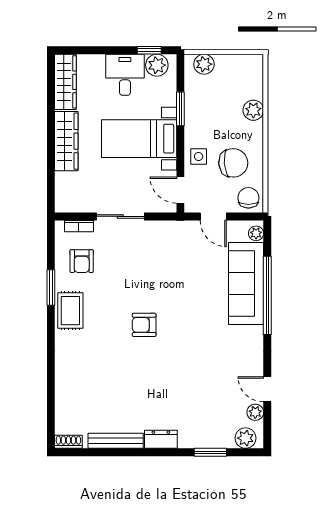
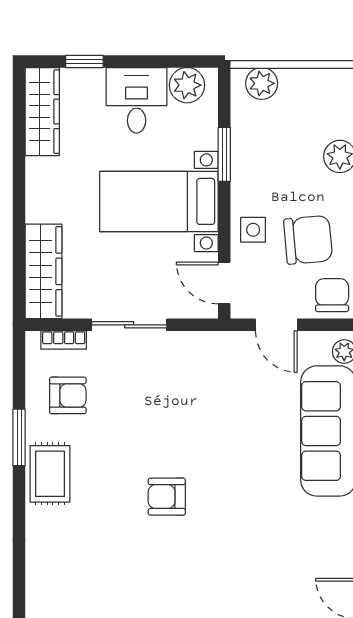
window: (149, 50) -> (84, 61), moved
wardrobe: (66, 141) -> (43, 271), moved
armchair: (82, 261) -> (68, 395), turned -90

